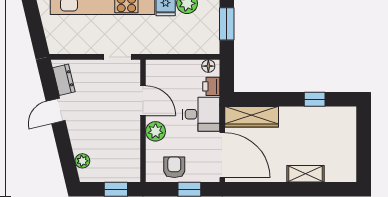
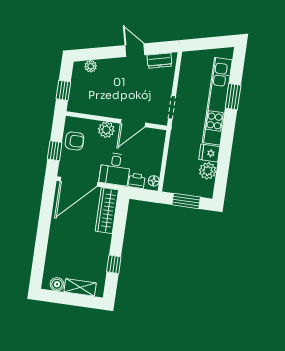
boiler: (348, 164) -> (57, 284), added
shelving: (305, 174) -> (80, 287), moved, turned 90

